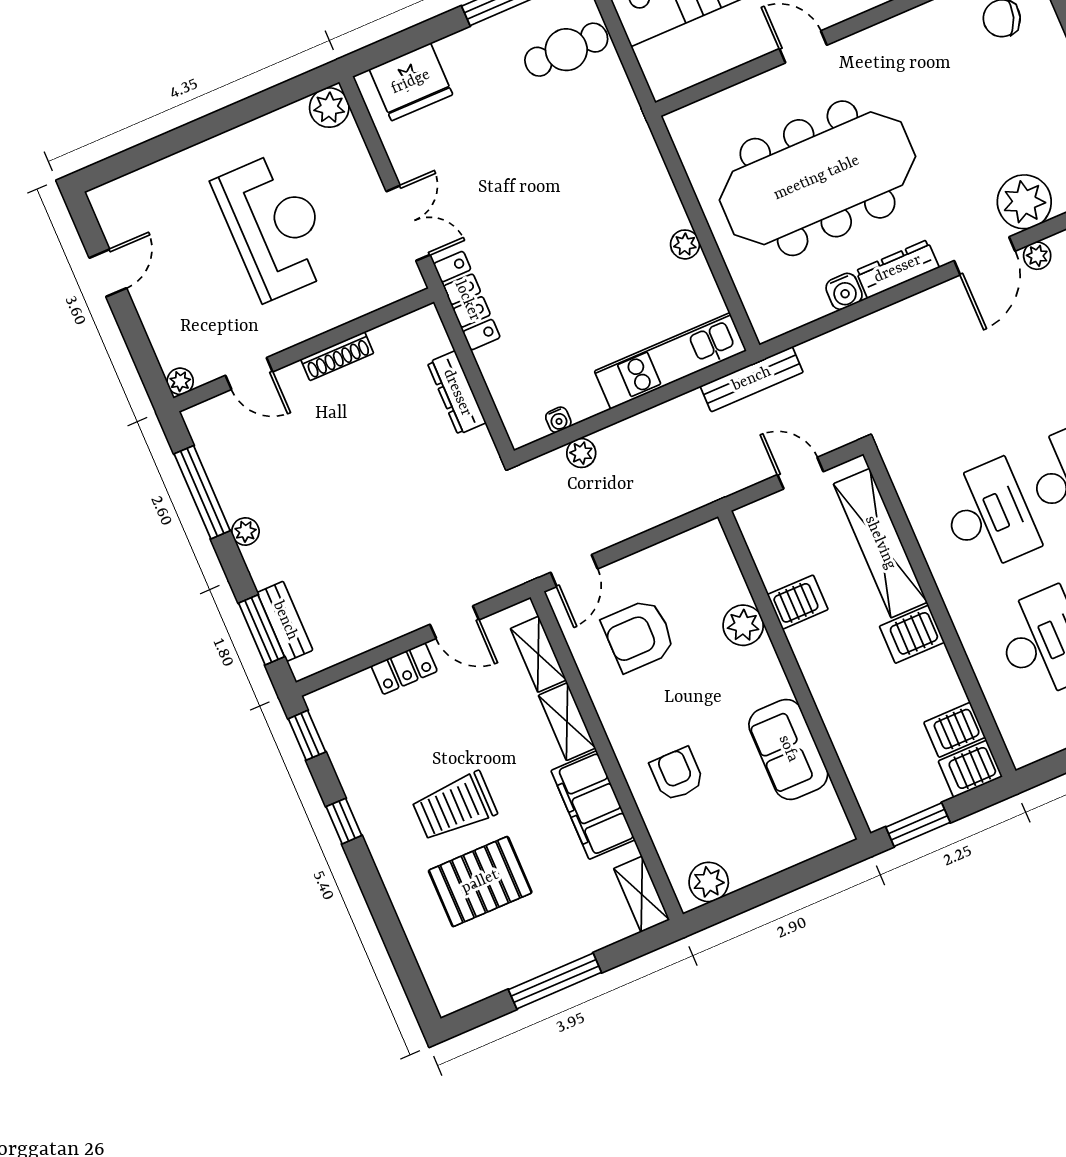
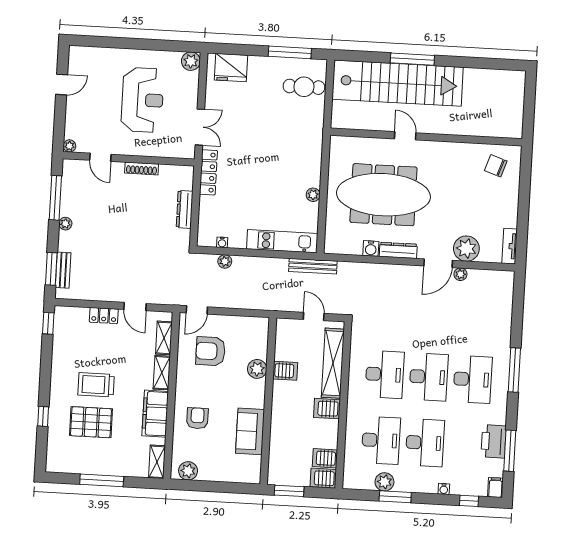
window: (344, 821) -> (43, 416), moved

